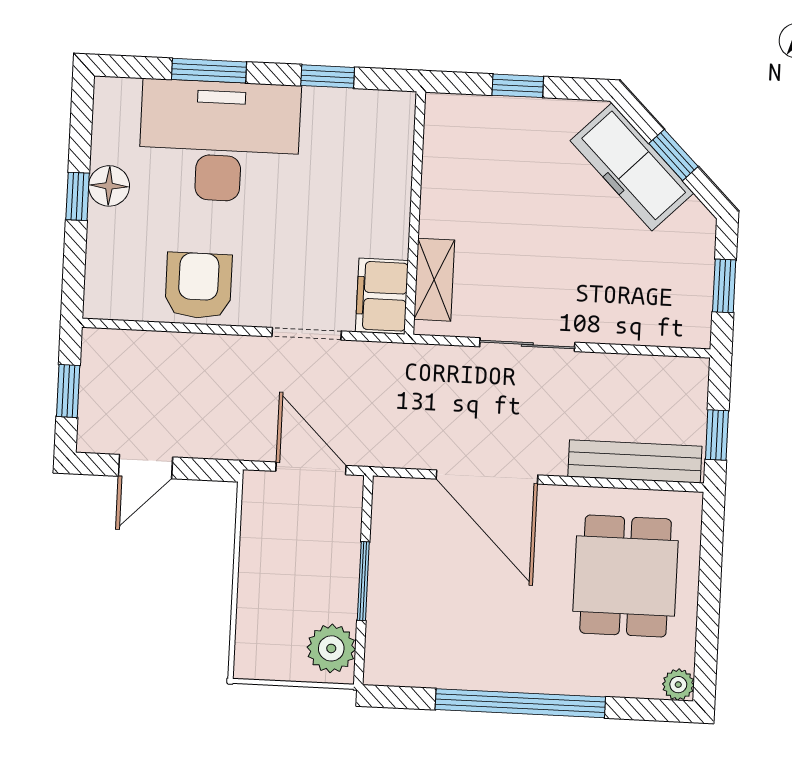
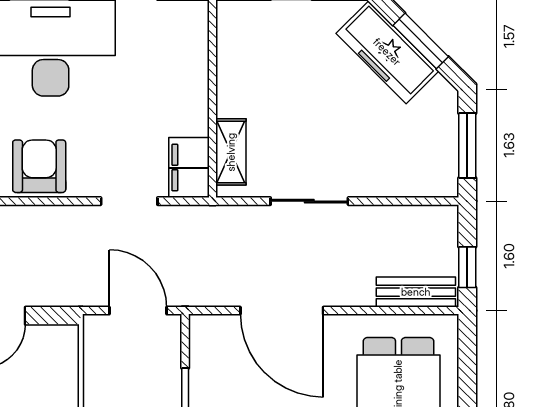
window: (674, 155) -> (421, 41), width x1.50
window: (724, 286) -> (467, 146), width x1.50
bench: (635, 461) -> (416, 292), width x0.73

